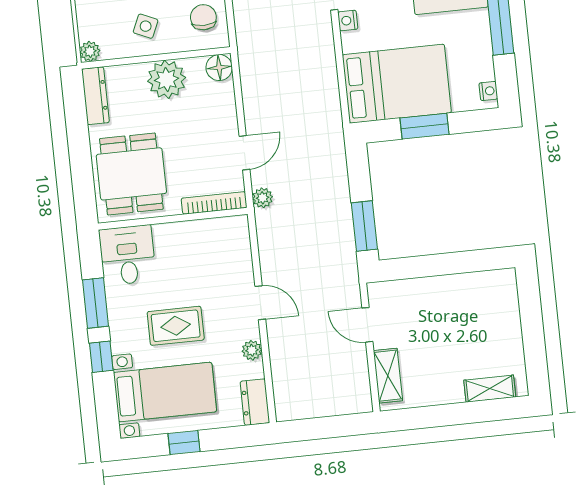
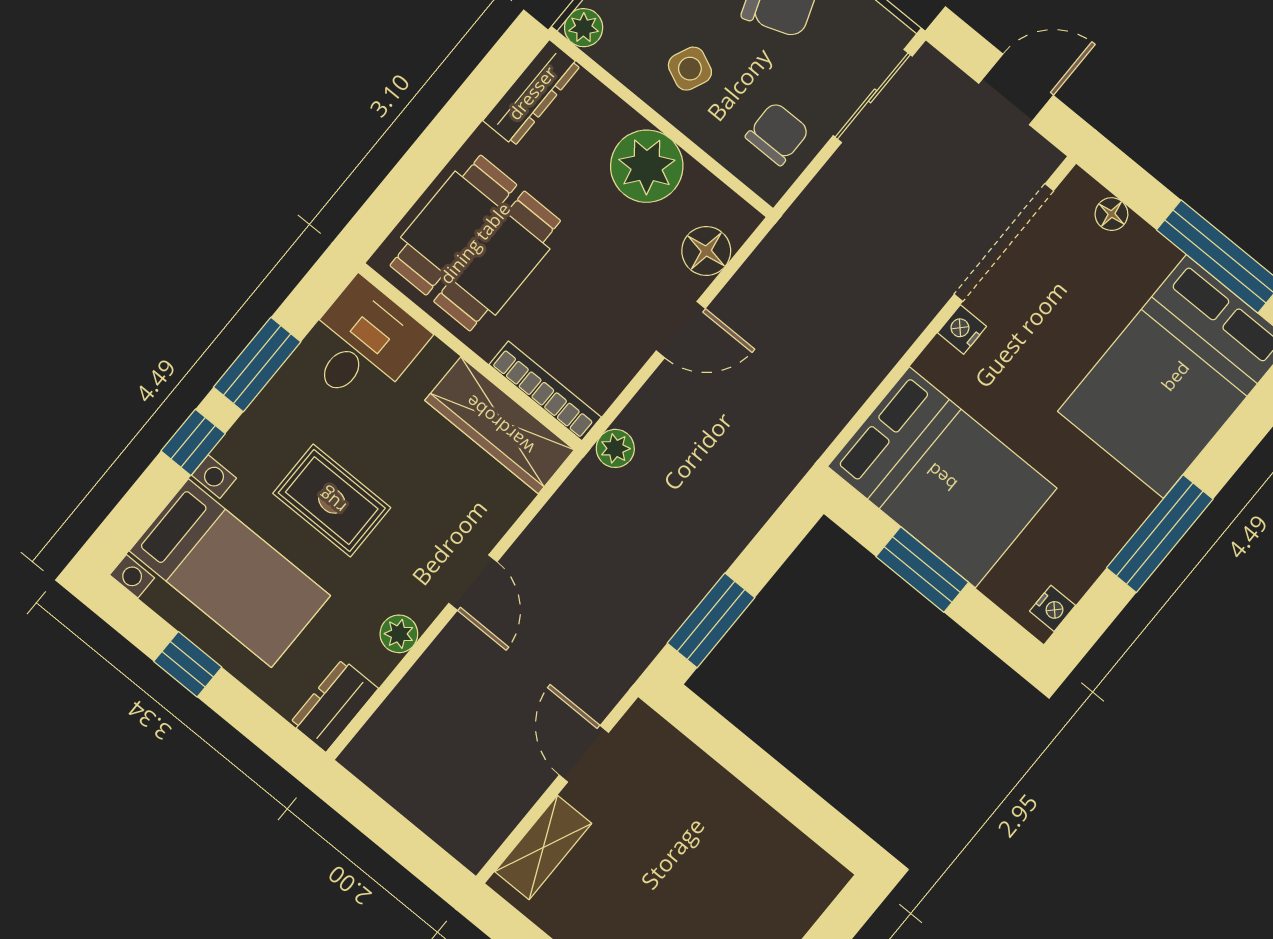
floor lamp: (219, 68) -> (706, 251), moved
door: (244, 153) -> (681, 330), moved
wardrobe: (210, 233) -> (500, 425), added

